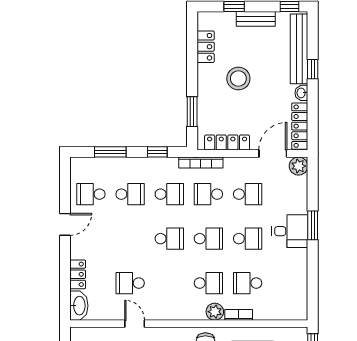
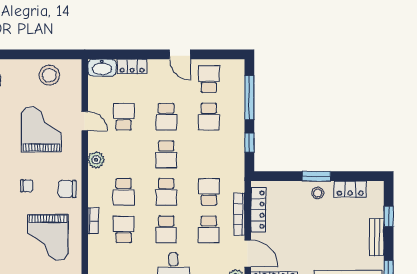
stool: (238, 79) -> (318, 193), moved, width x0.53, depth x0.53
window: (192, 112) -> (316, 176), moved
window: (110, 152) -> (249, 98), width x1.44
bookcase: (201, 162) -> (239, 214), moved
school desk: (169, 194) -> (166, 117), moved
plant: (215, 312) -> (96, 160), moved
door: (135, 324) -> (85, 121), hinge flipped

